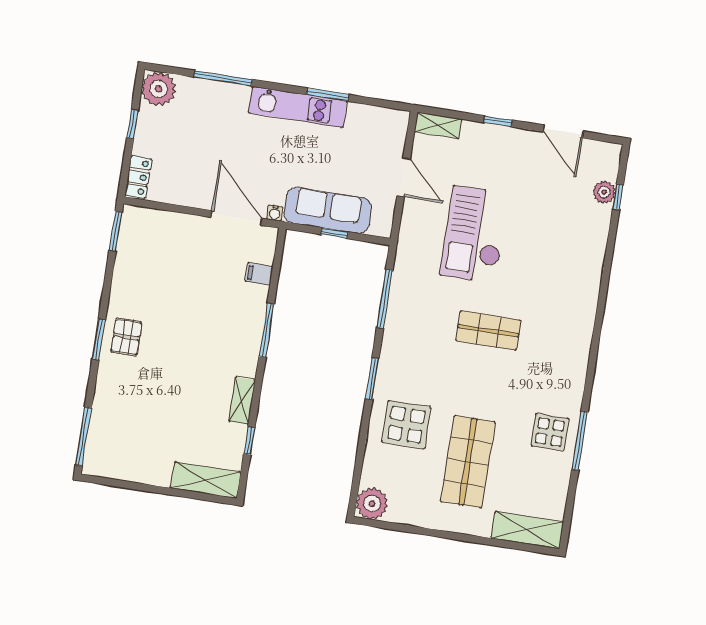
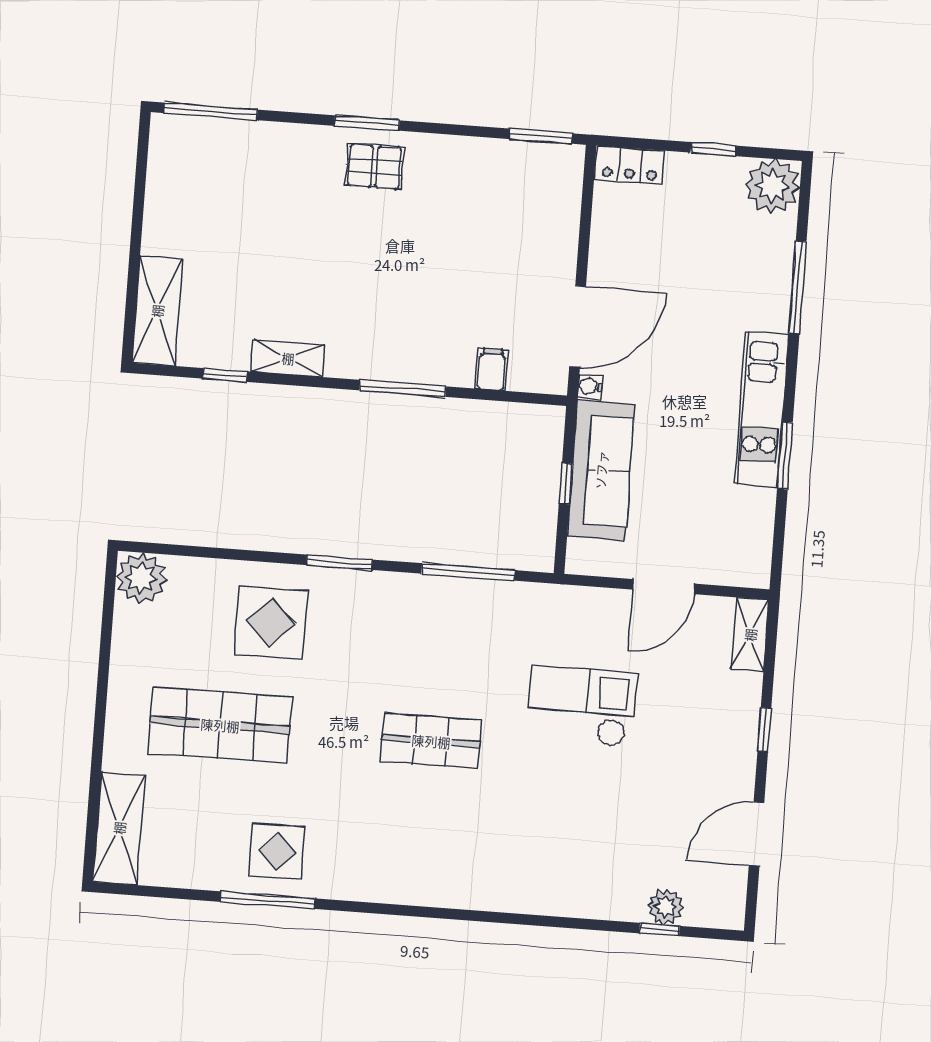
checkout: (474, 234) -> (582, 706), width x0.73, depth x0.83
shop shelf: (488, 331) -> (431, 741), turned 90

